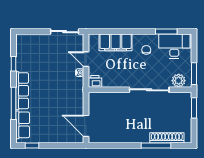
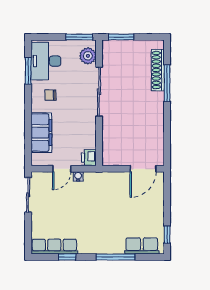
row of seats: (22, 91) -> (54, 247), moved

